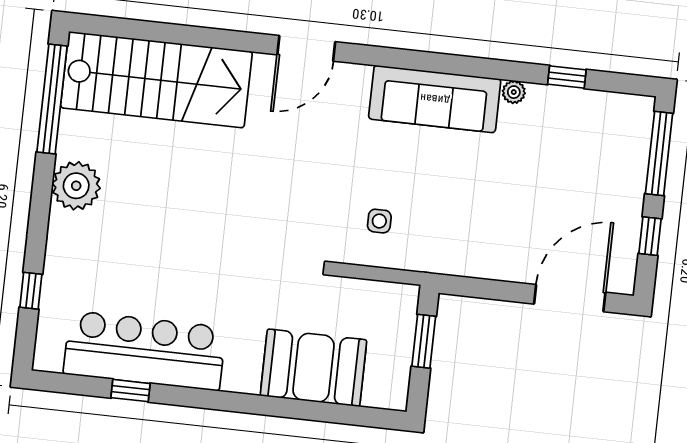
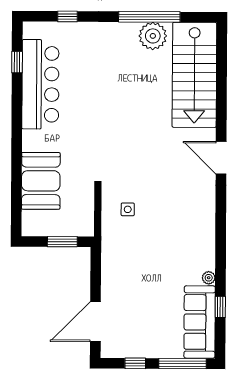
window: (52, 99) -> (149, 17), moved
sofa: (435, 99) -> (200, 322), moved
plant: (76, 186) -> (153, 36), moved
door: (570, 298) -> (95, 322), swing flipped
window: (131, 391) -> (17, 62), moved

